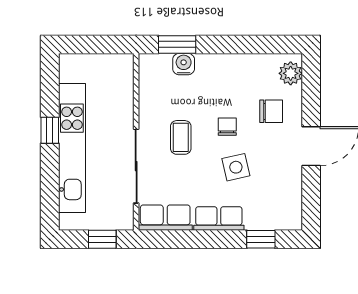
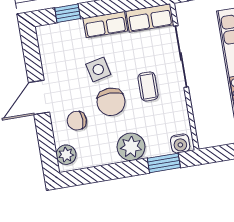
water cooler: (184, 64) -> (180, 143), moved
plant: (213, 70) -> (131, 147), added
chair: (227, 127) -> (111, 102), width x1.87, depth x1.87

